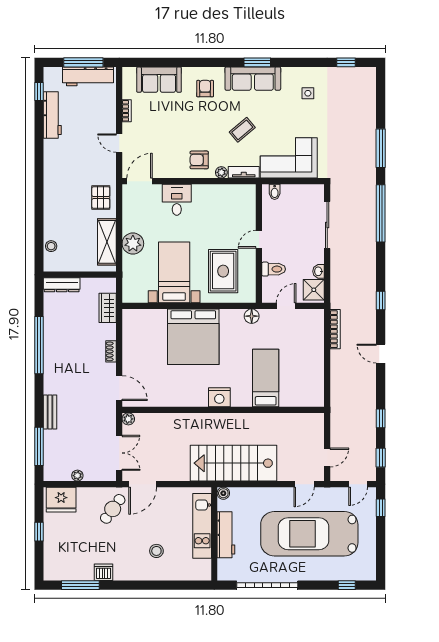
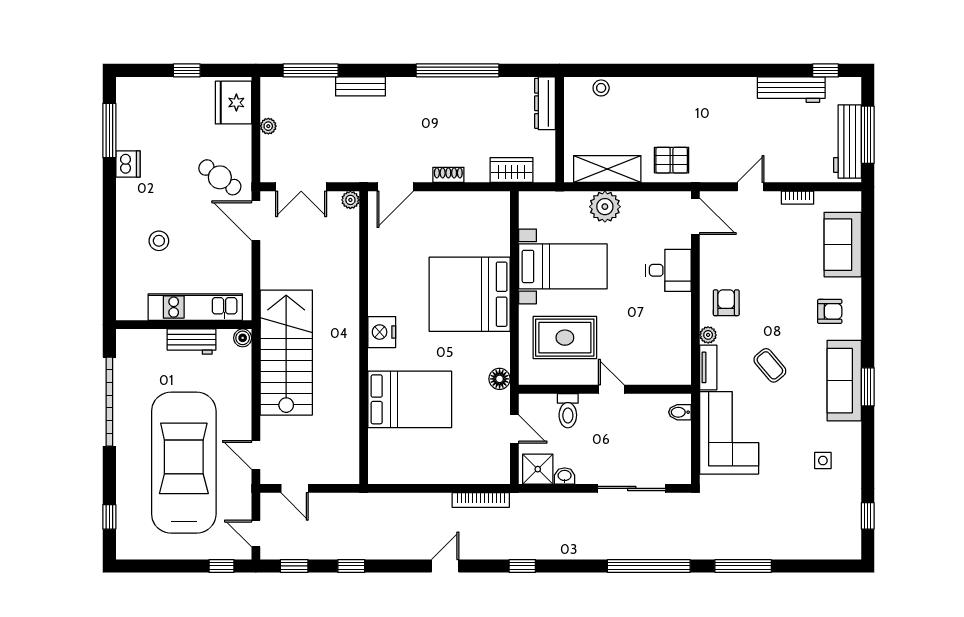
bed: (266, 378) -> (410, 399), width x1.50
workbench: (226, 535) -> (192, 342), width x0.73

